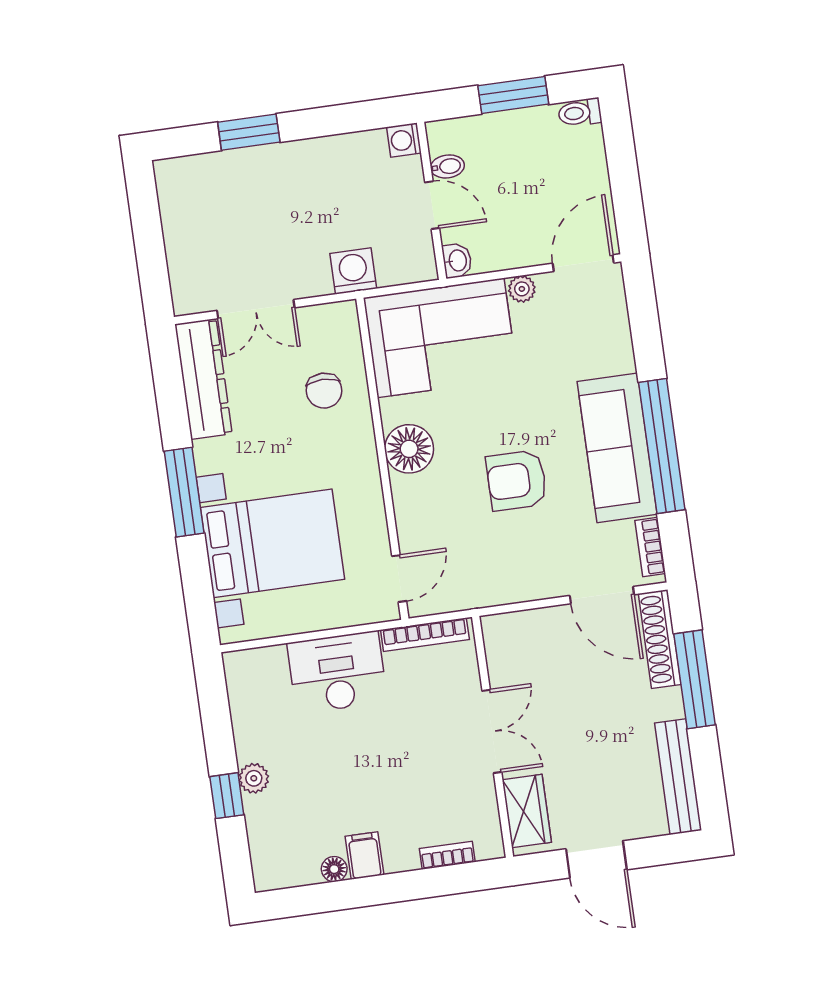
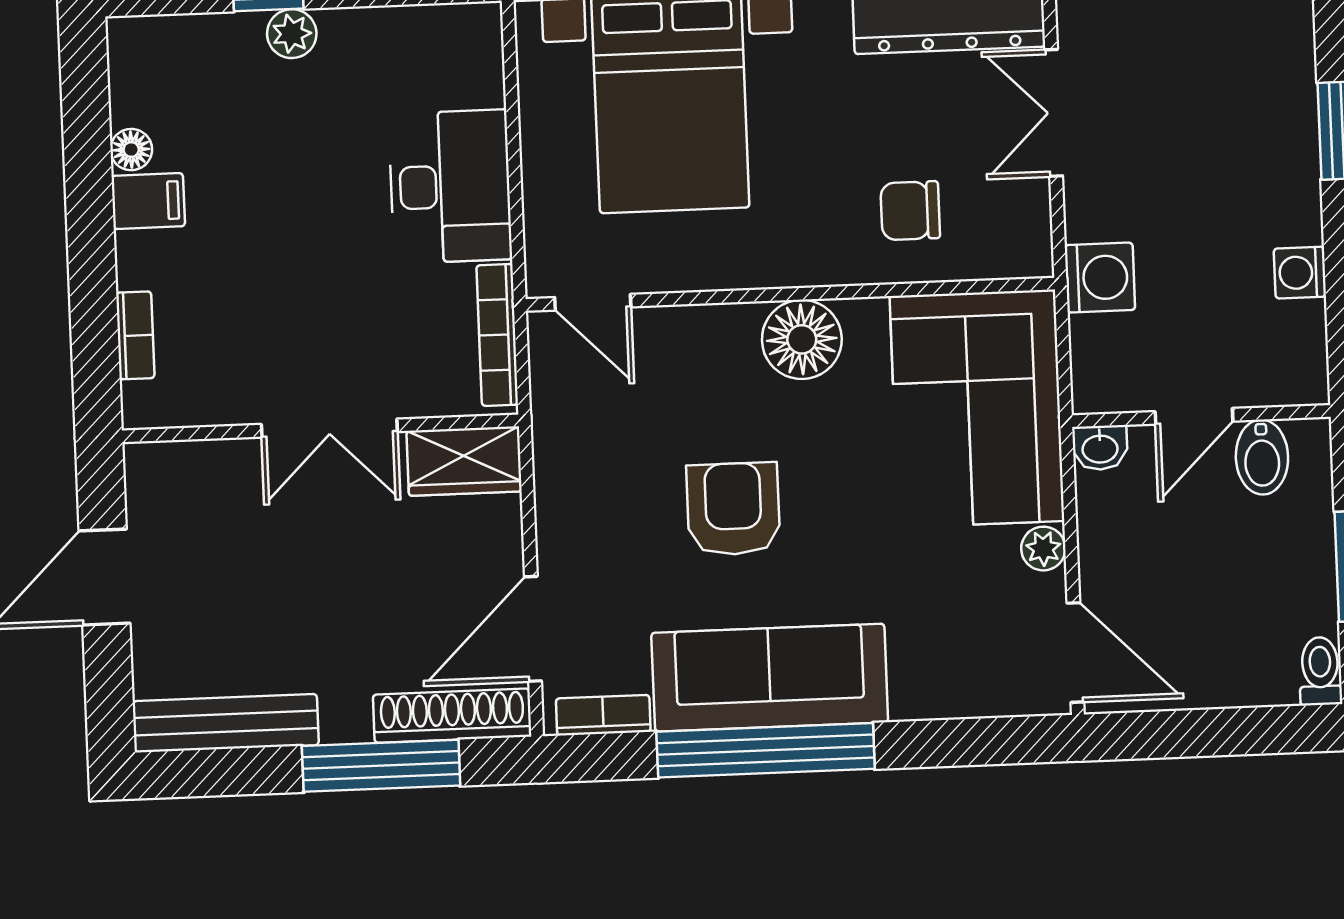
washing machine: (404, 140) -> (1300, 273), moved, turned -90
bidet: (447, 166) -> (1262, 457), width x1.38, depth x1.36
wardrobe: (527, 811) -> (464, 461), moved

